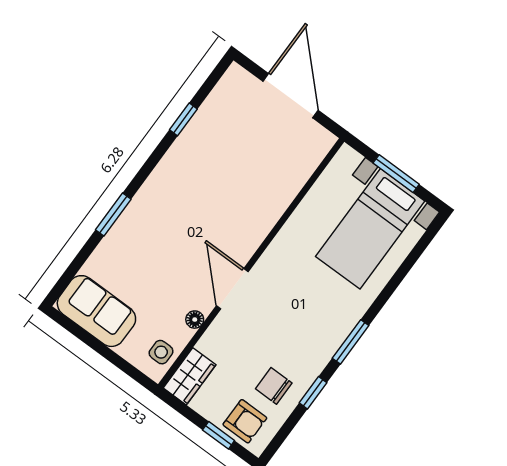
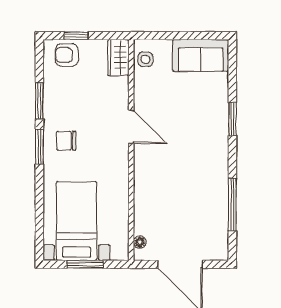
window: (183, 119) -> (232, 205), width x2.17
floor lamp: (195, 320) -> (140, 242), moved
chair: (274, 386) -> (66, 141), moved, turned 180
window: (313, 393) -> (39, 101), width x1.50

